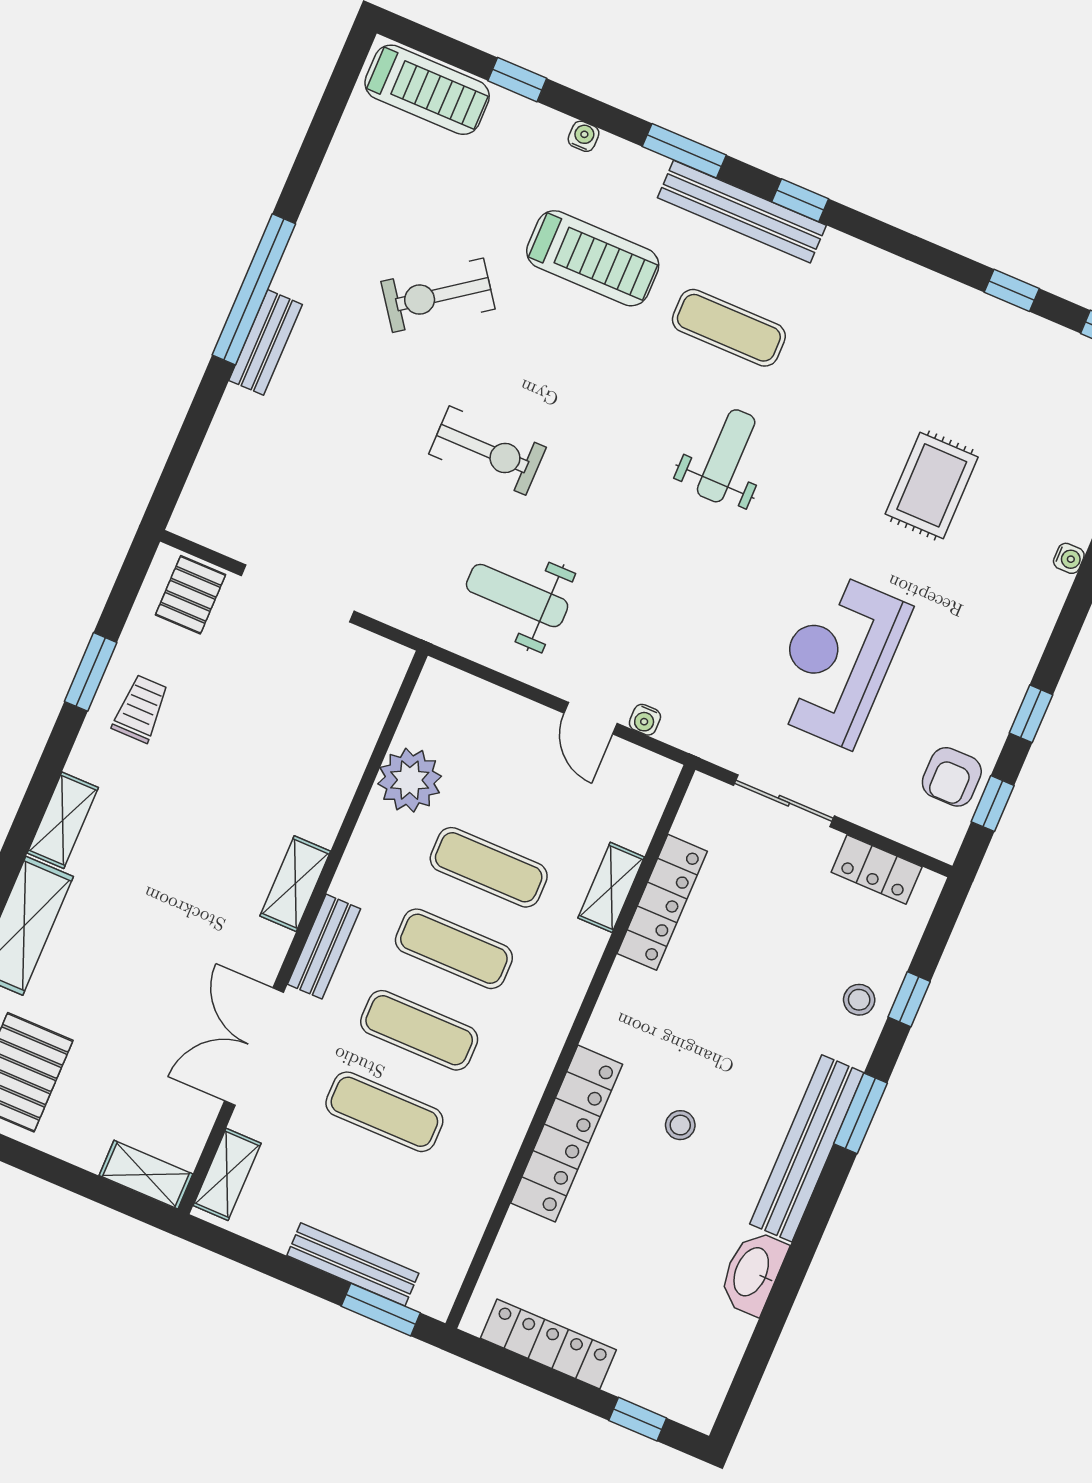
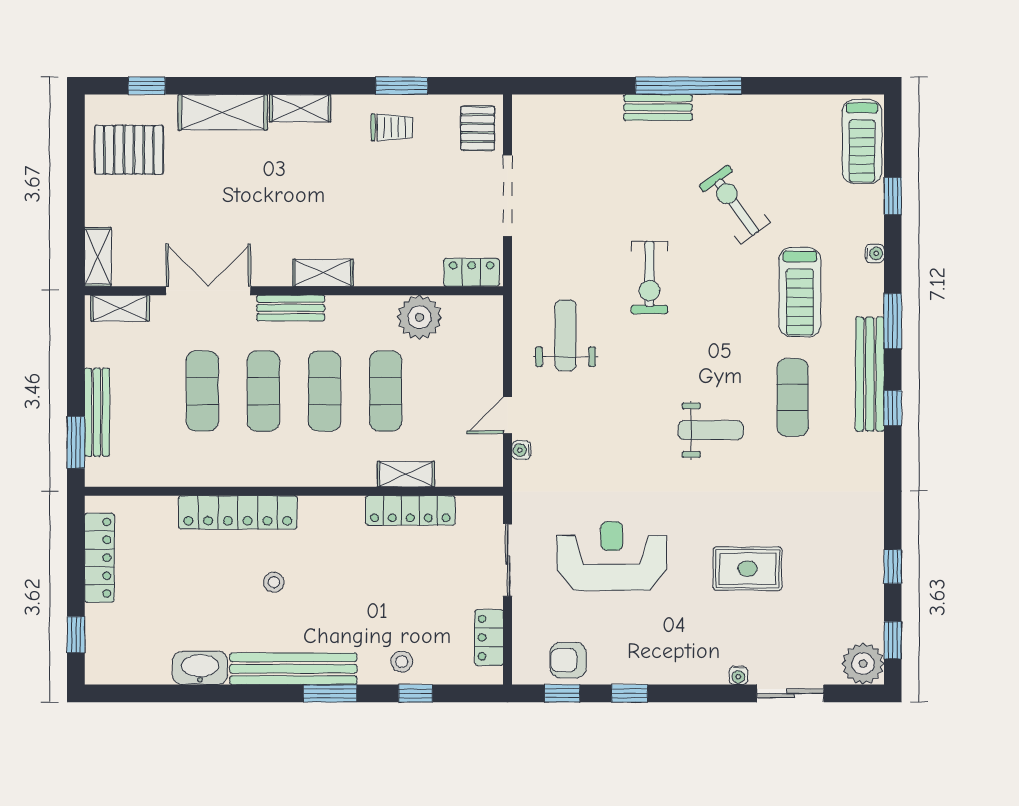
pallet: (191, 595) -> (478, 128), turned 90
locker: (379, 685) -> (472, 272), added

